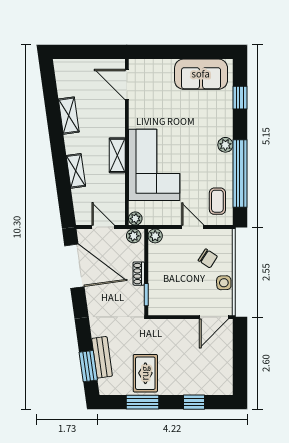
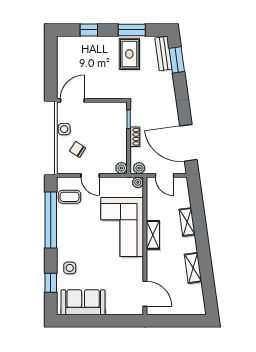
side table: (217, 116) -> (70, 268), added
plant: (225, 145) -> (63, 244), removed
coffee table: (217, 201) -> (70, 197), turned 90
bench: (102, 357) -> (163, 53), moved

